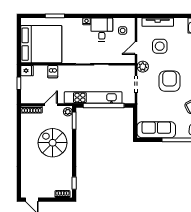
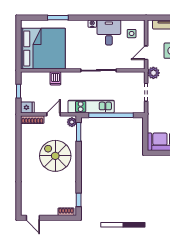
fridge: (27, 71) -> (27, 107), moved
kitchen unit: (93, 98) -> (91, 107), width x0.73

